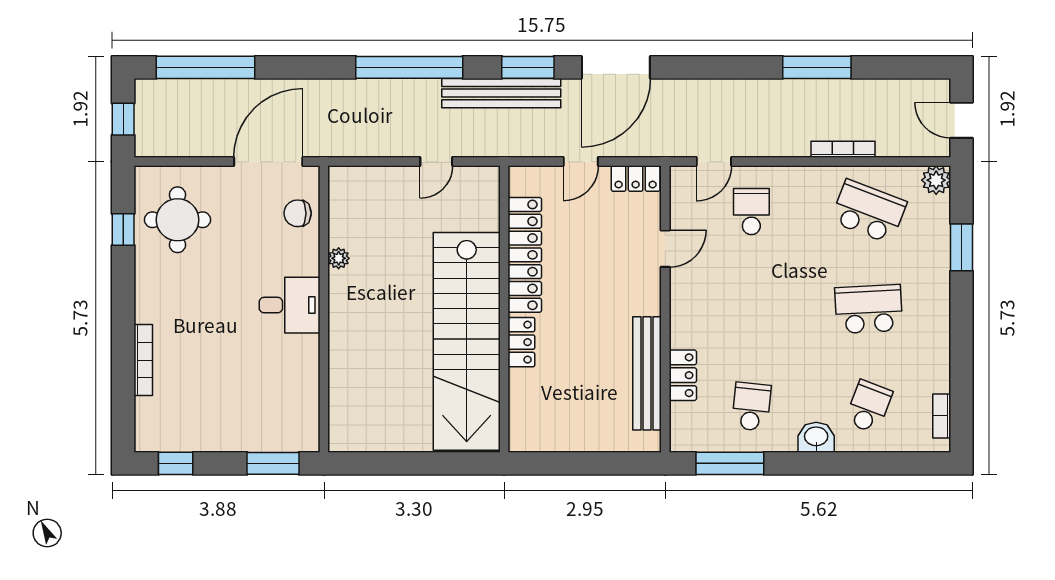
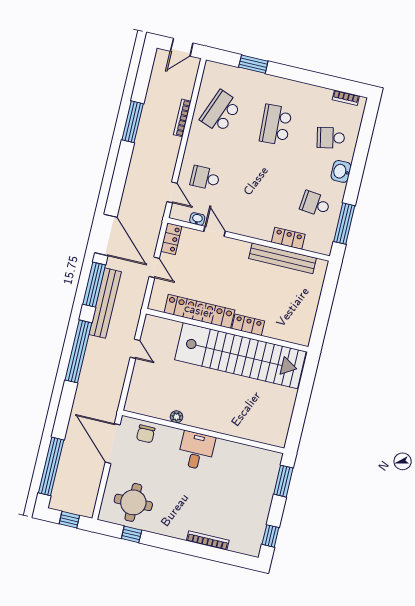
window: (528, 67) -> (94, 285), width x1.44
plant: (936, 180) -> (212, 70), removed
washbasin: (679, 215) -> (197, 219), added
school desk: (869, 407) -> (331, 138), turned -33

